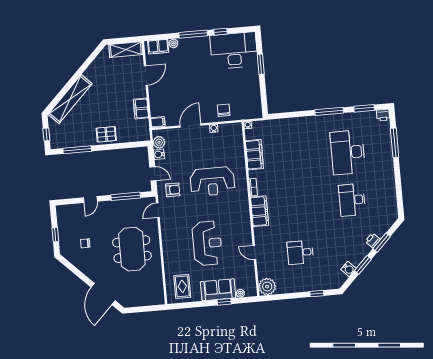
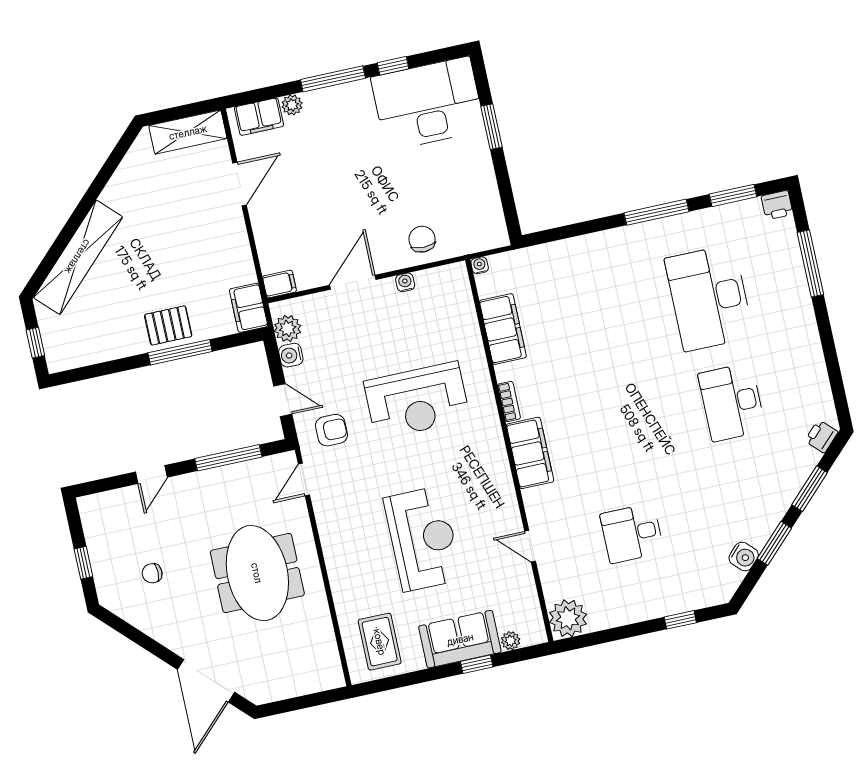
filing cabinet: (141, 109) -> (249, 308), moved
window: (77, 150) -> (180, 352), moved
printer: (373, 240) -> (821, 436), moved

